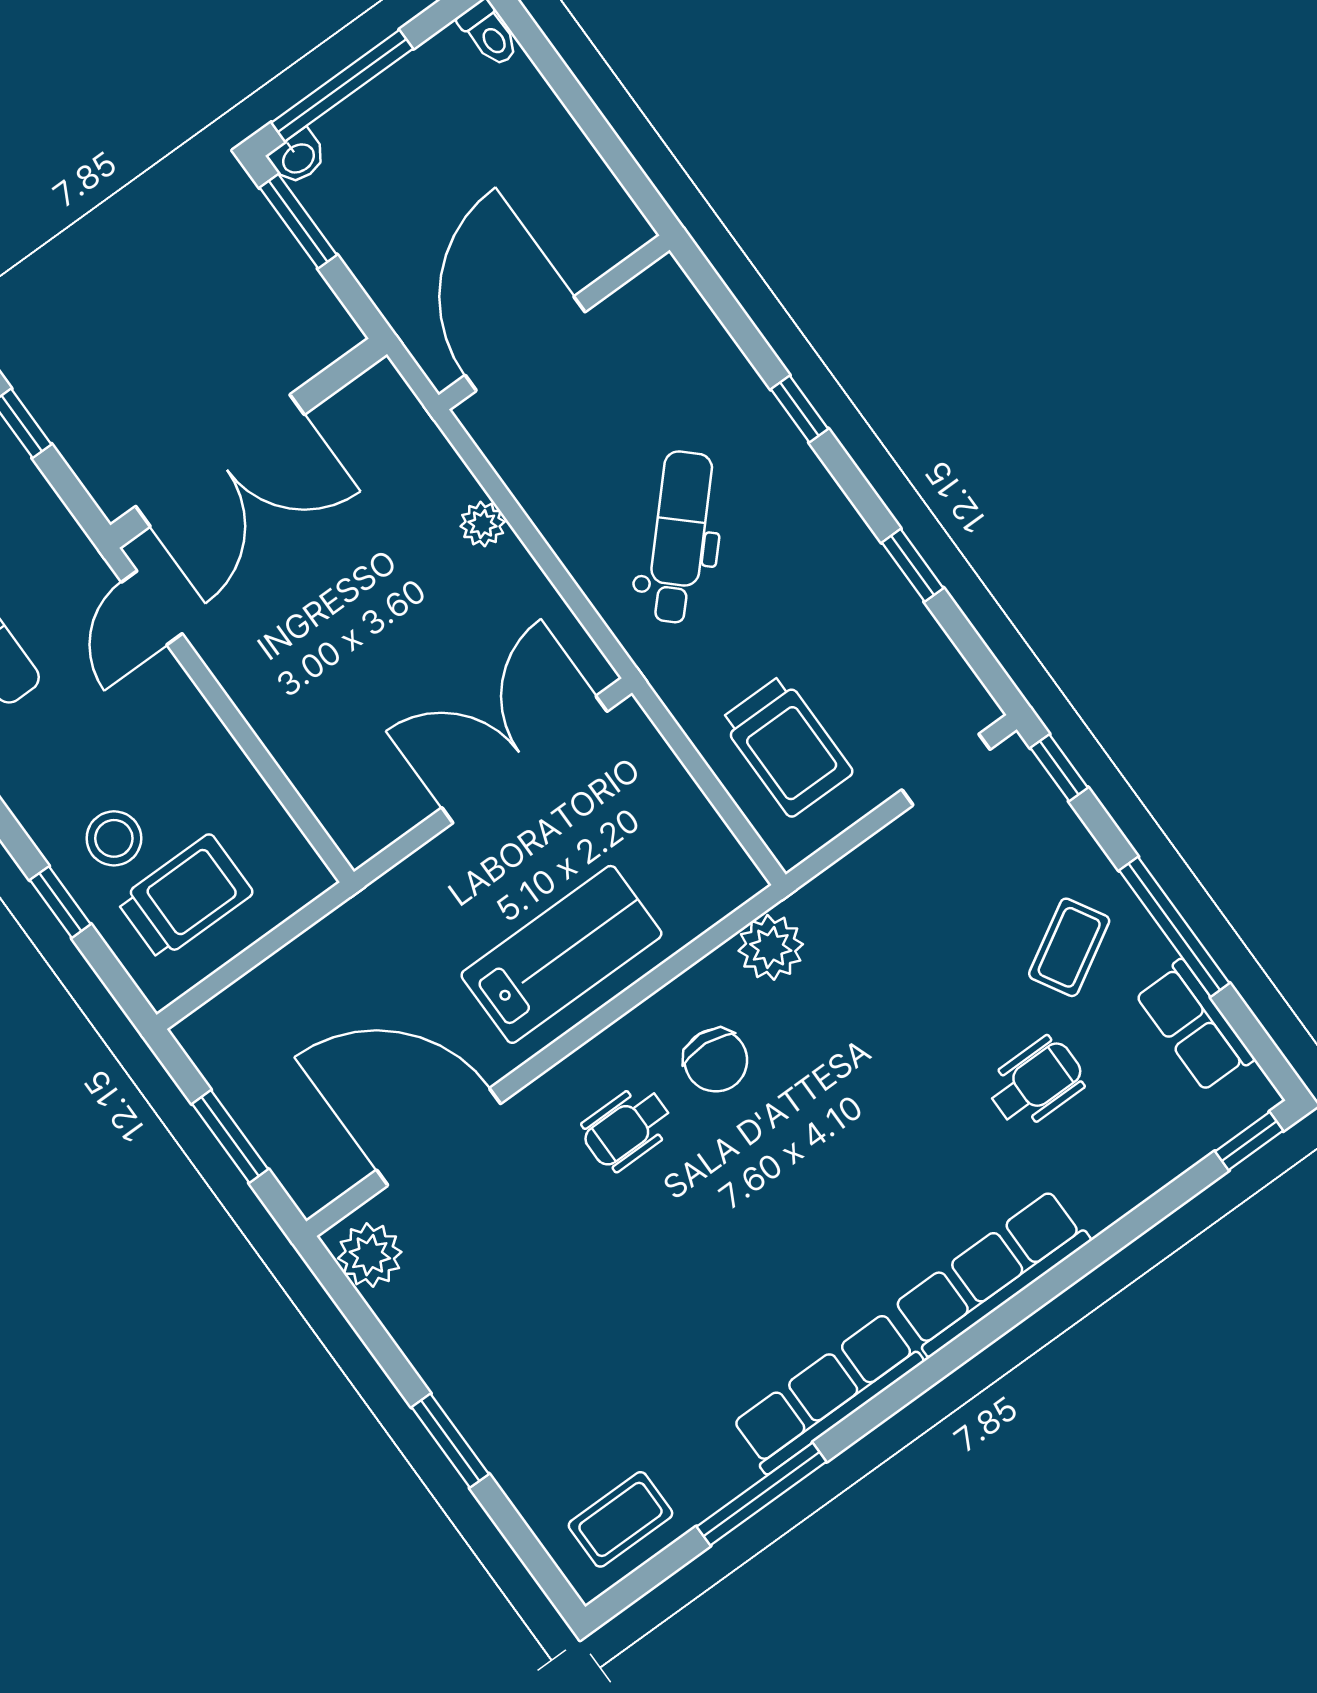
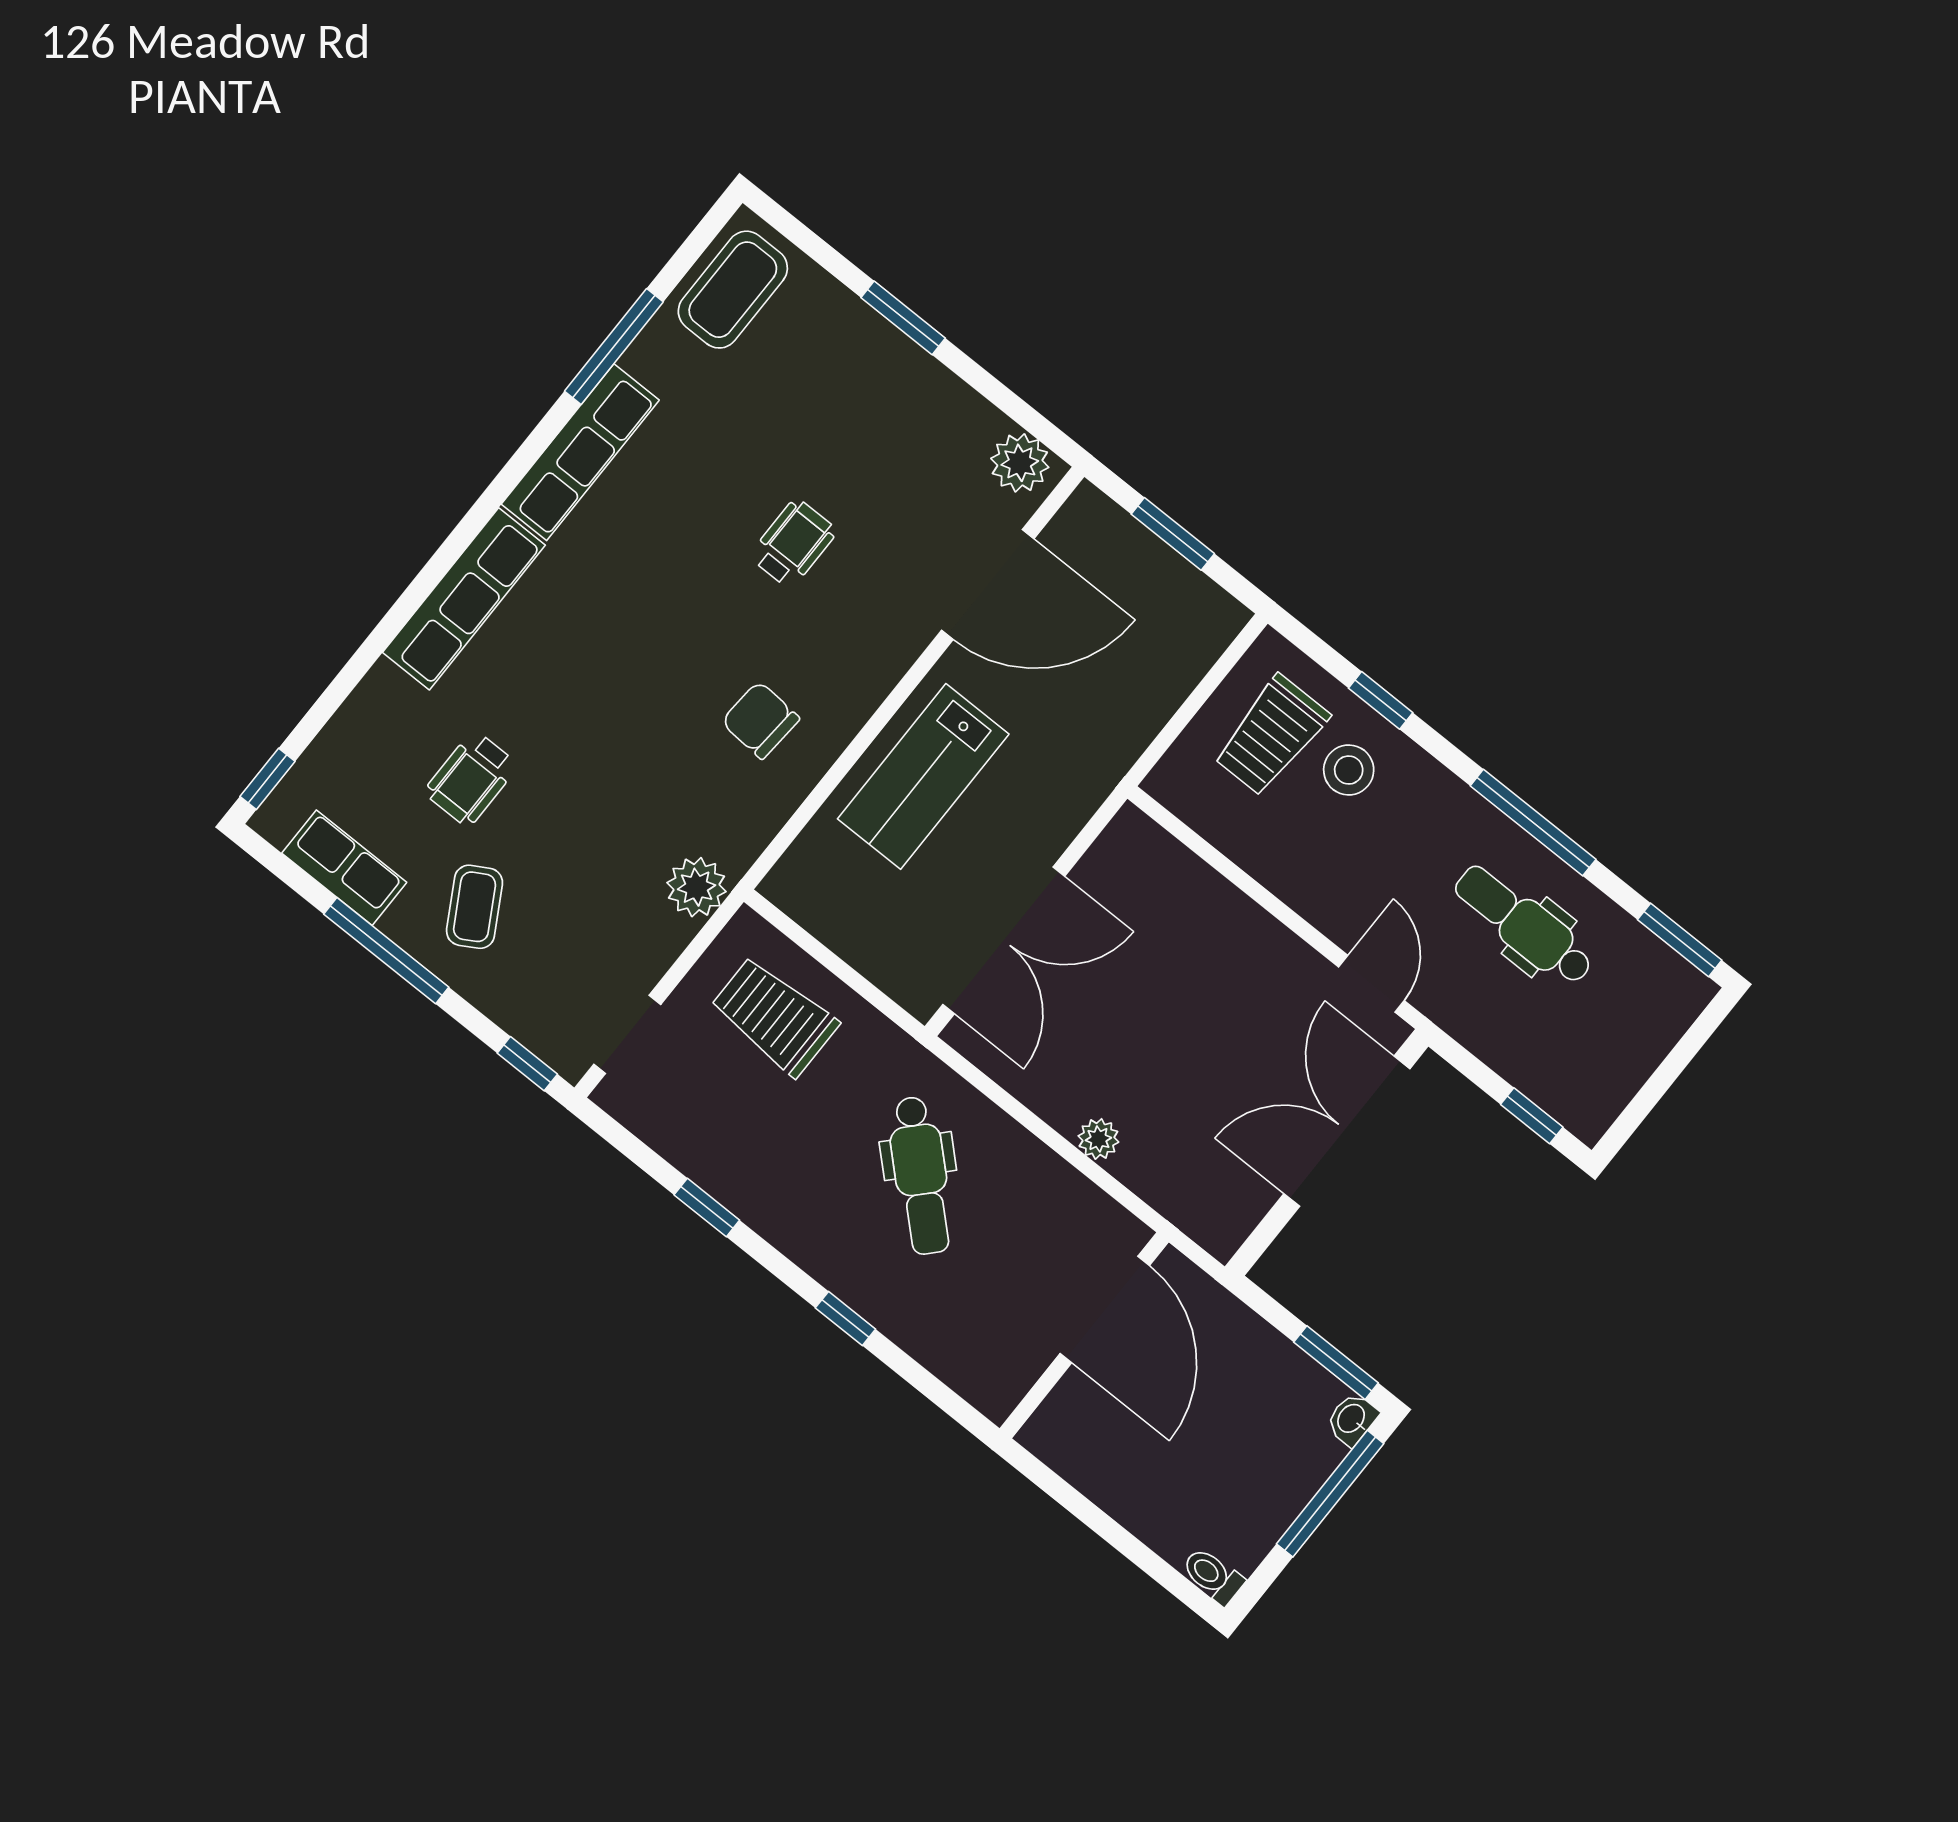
plant: (771, 947) -> (697, 887), moved
wheelchair: (627, 1128) -> (793, 544), moved
coffee table: (620, 1519) -> (733, 290), width x1.36, depth x1.30

